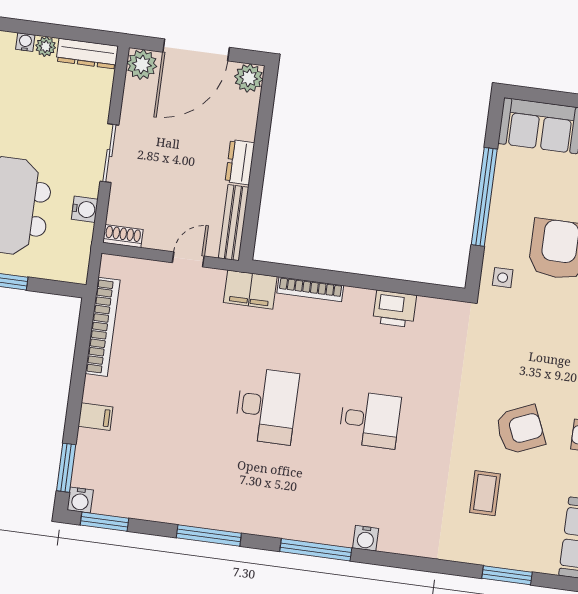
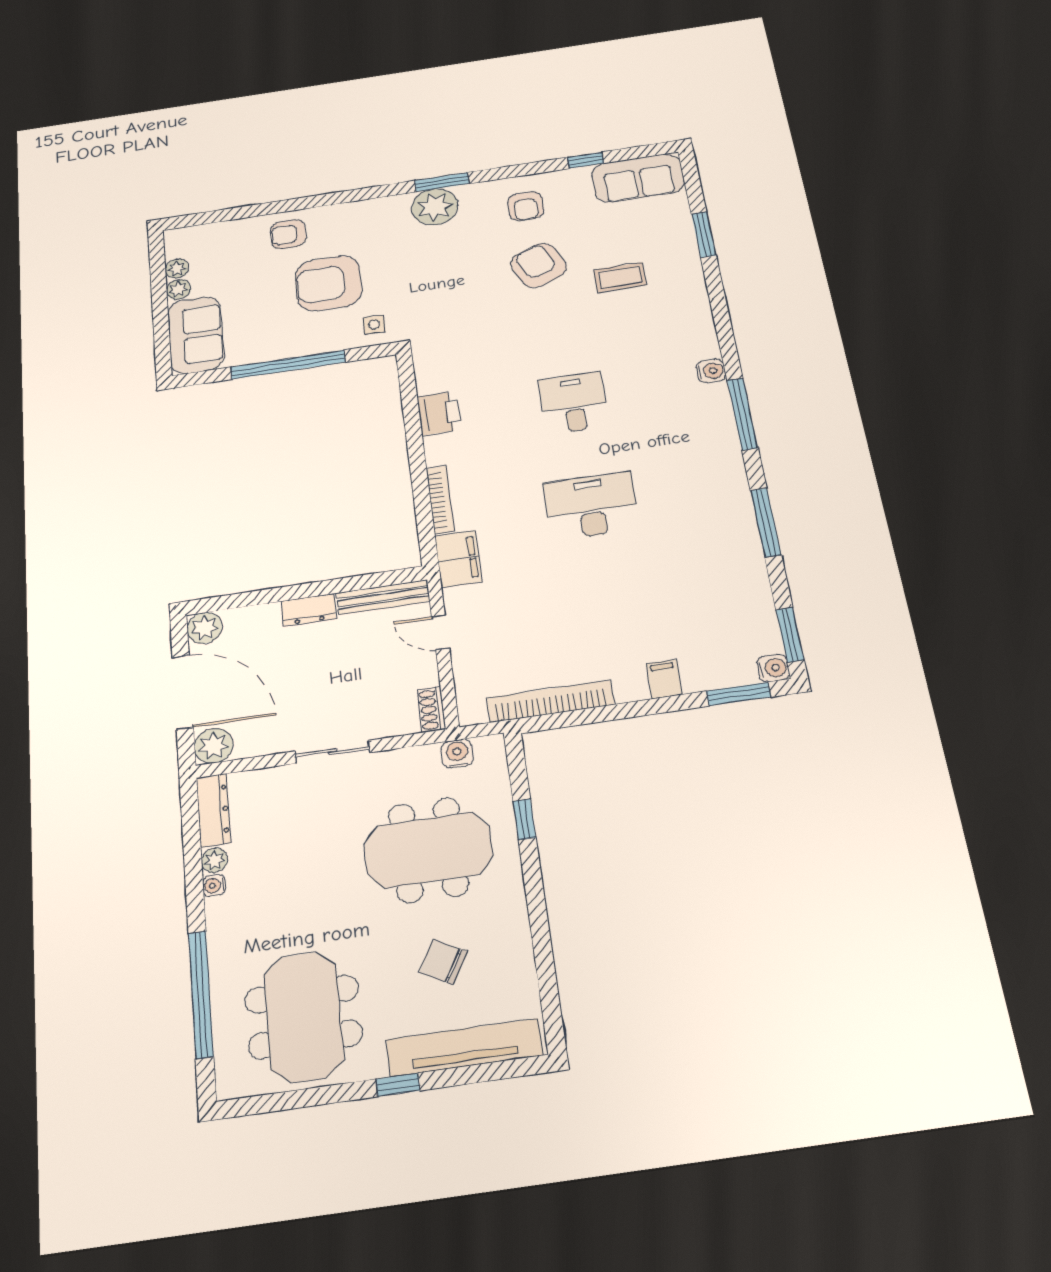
water cooler: (85, 209) -> (457, 753), moved

